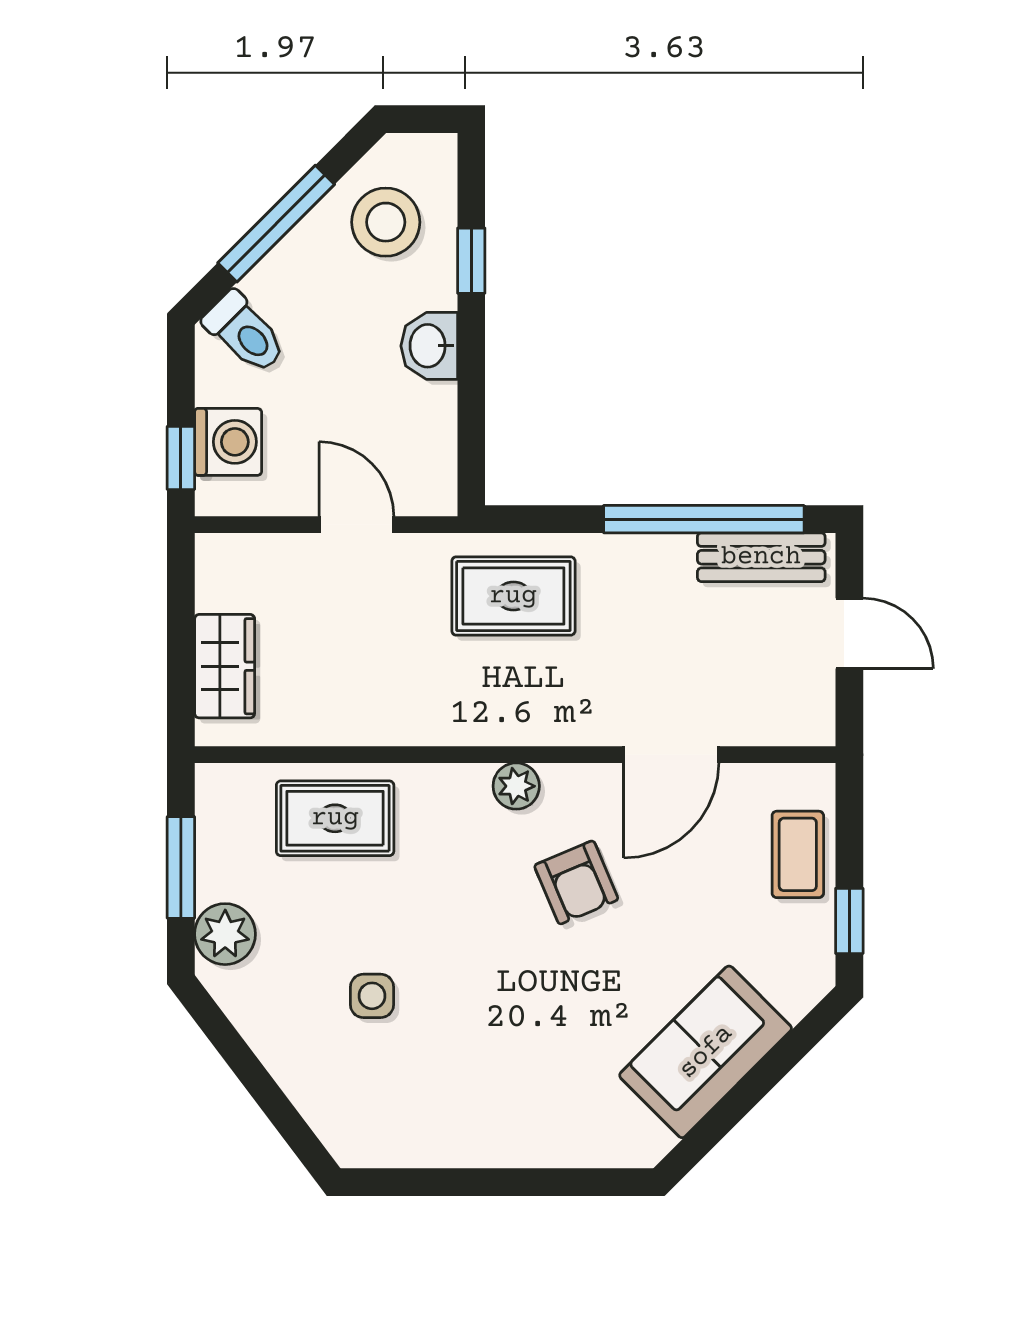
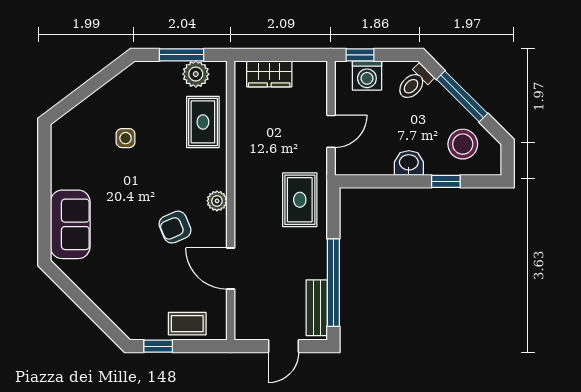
plant: (225, 934) -> (196, 74), moved
sofa: (706, 1052) -> (70, 224), moved, turned 45

